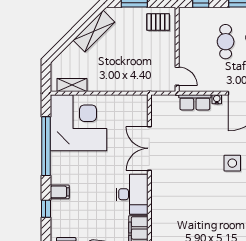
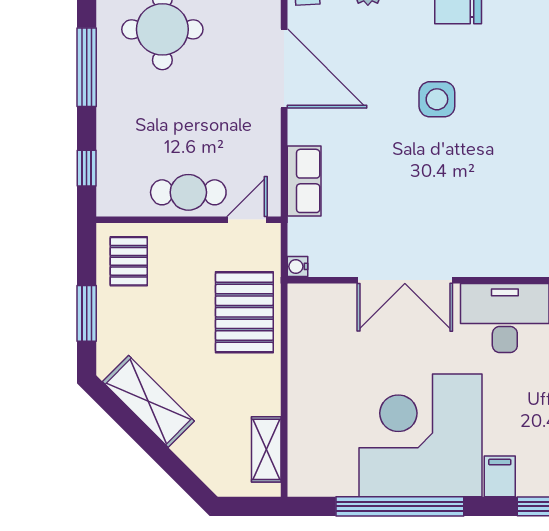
cafe table: (226, 42) -> (188, 192), moved
pallet: (135, 75) -> (244, 312), added
water cooler: (217, 99) -> (297, 266), moved
corner desk: (78, 123) -> (420, 435), moved

